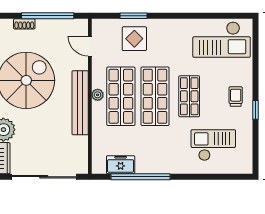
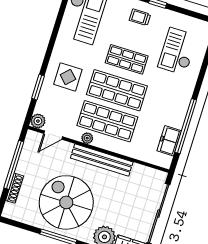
shoe rack: (24, 24) -> (15, 188), width x1.43
plant: (99, 26) -> (38, 121), added
display table: (134, 39) -> (68, 77), moved
plant: (98, 95) -> (87, 138), moved

